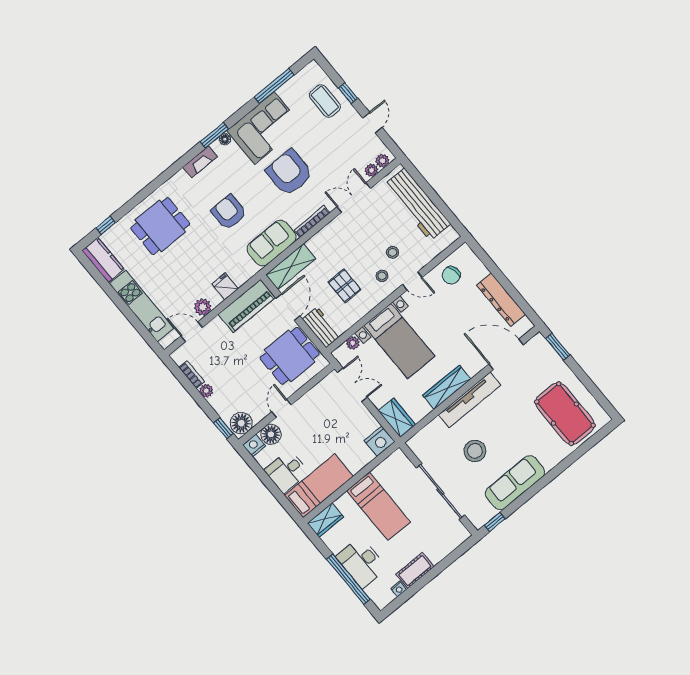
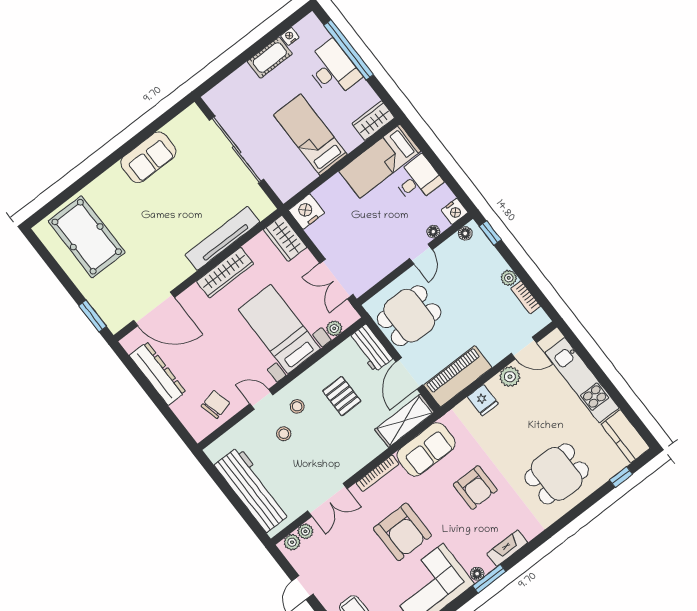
tv unit: (470, 400) -> (222, 238), moved
floor lamp: (241, 423) -> (465, 233), width x0.53, depth x0.53
floor lamp: (271, 434) -> (433, 232), width x0.53, depth x0.53
stool: (475, 451) -> (194, 196), removed
sofa: (515, 483) -> (148, 157), width x0.73
window: (495, 522) -> (174, 112), removed

